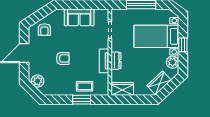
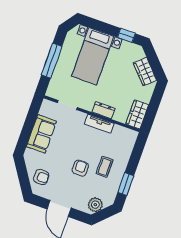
window: (183, 45) -> (126, 35), moved
plant: (172, 62) -> (127, 49), removed
coffee table: (85, 86) -> (105, 167), moved
window: (82, 100) -> (126, 184), moved

